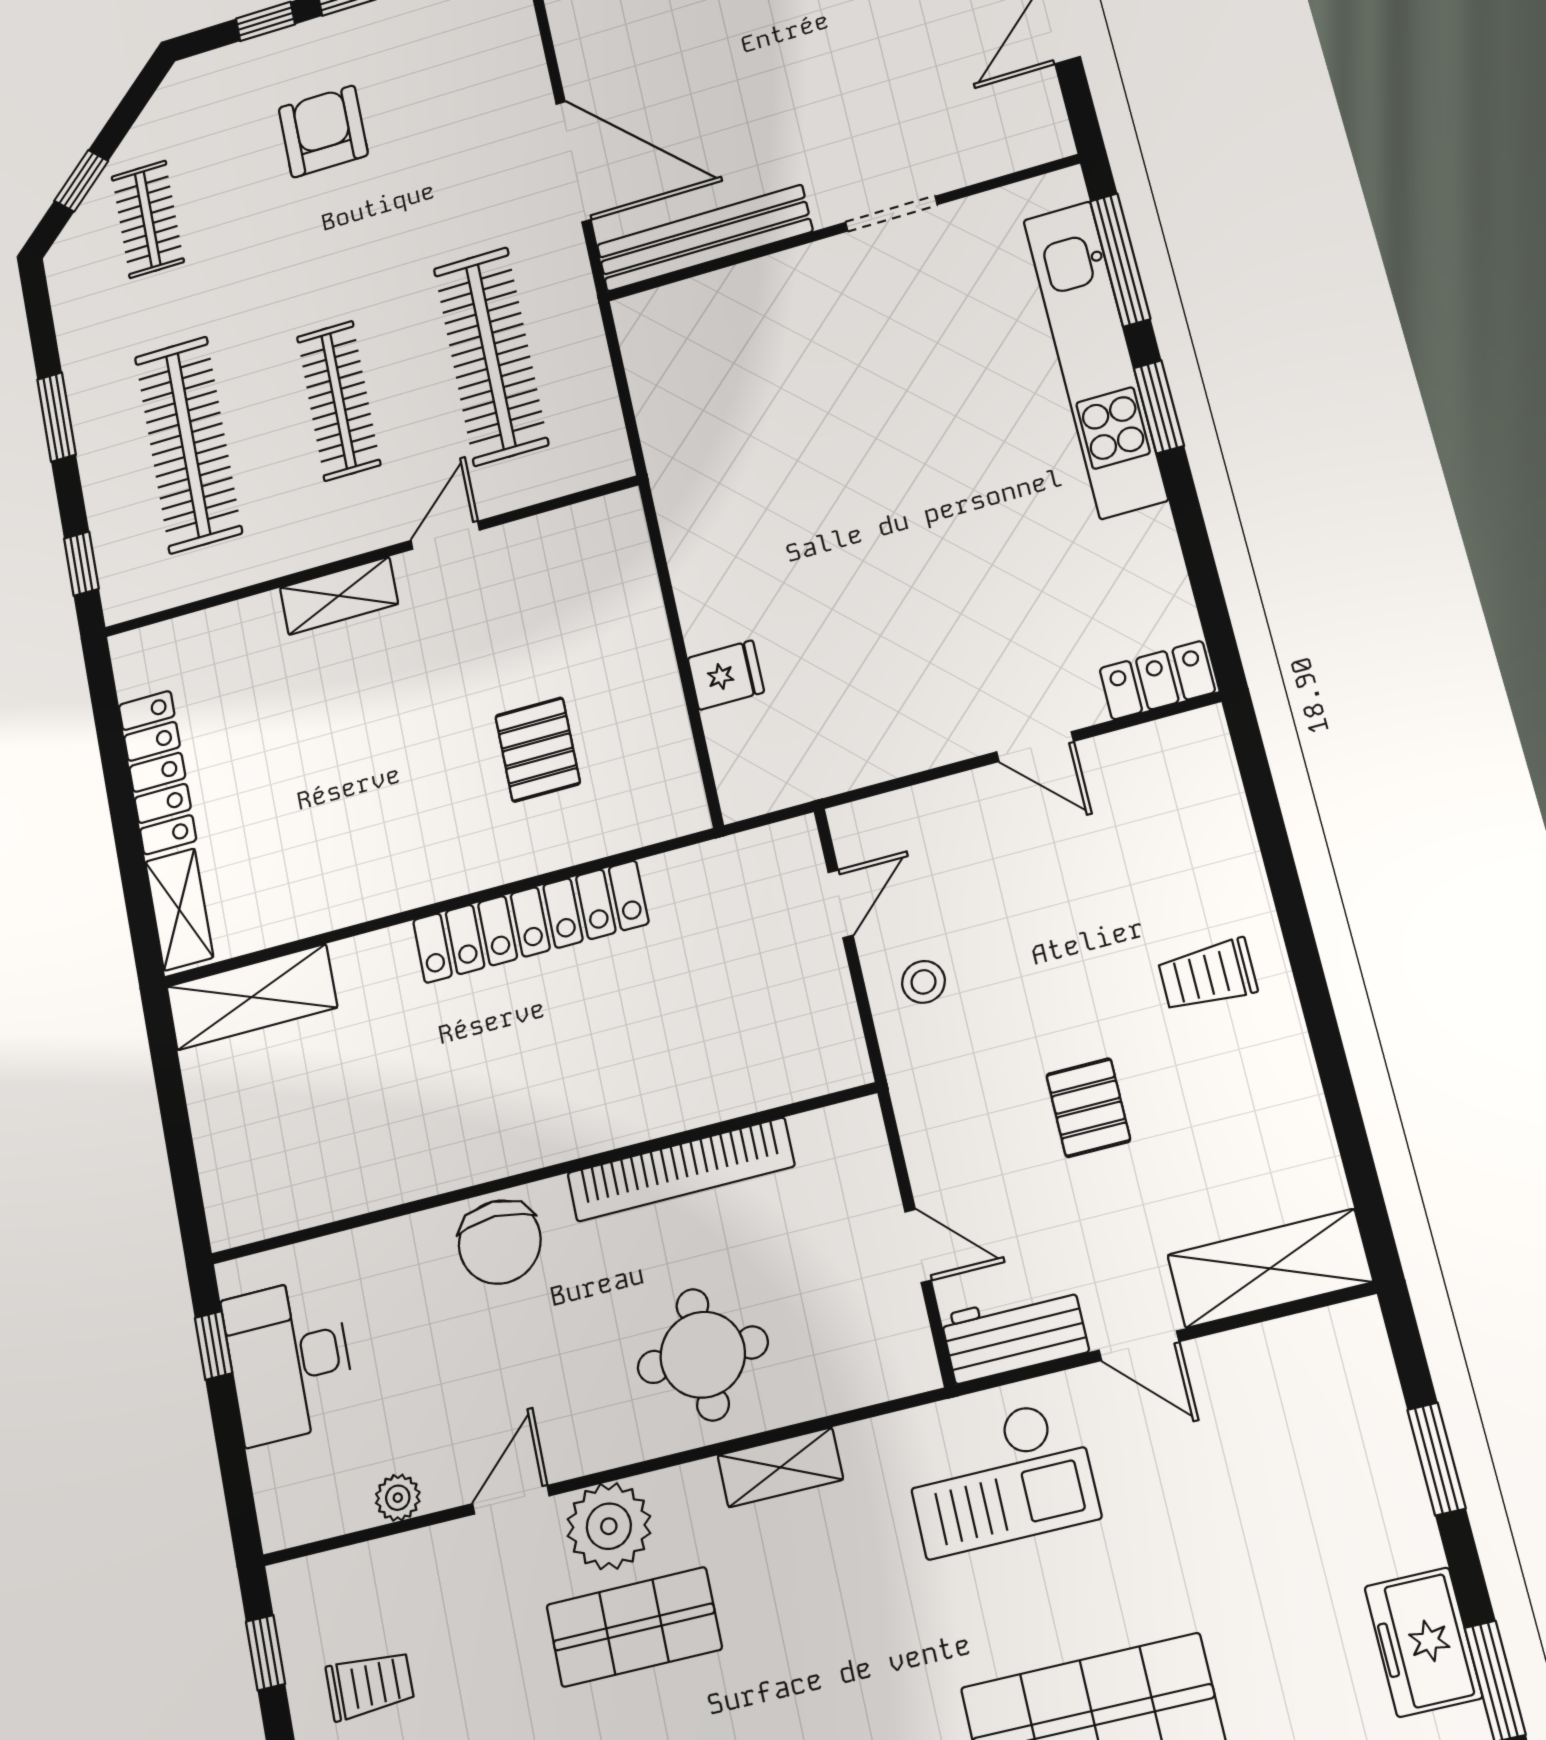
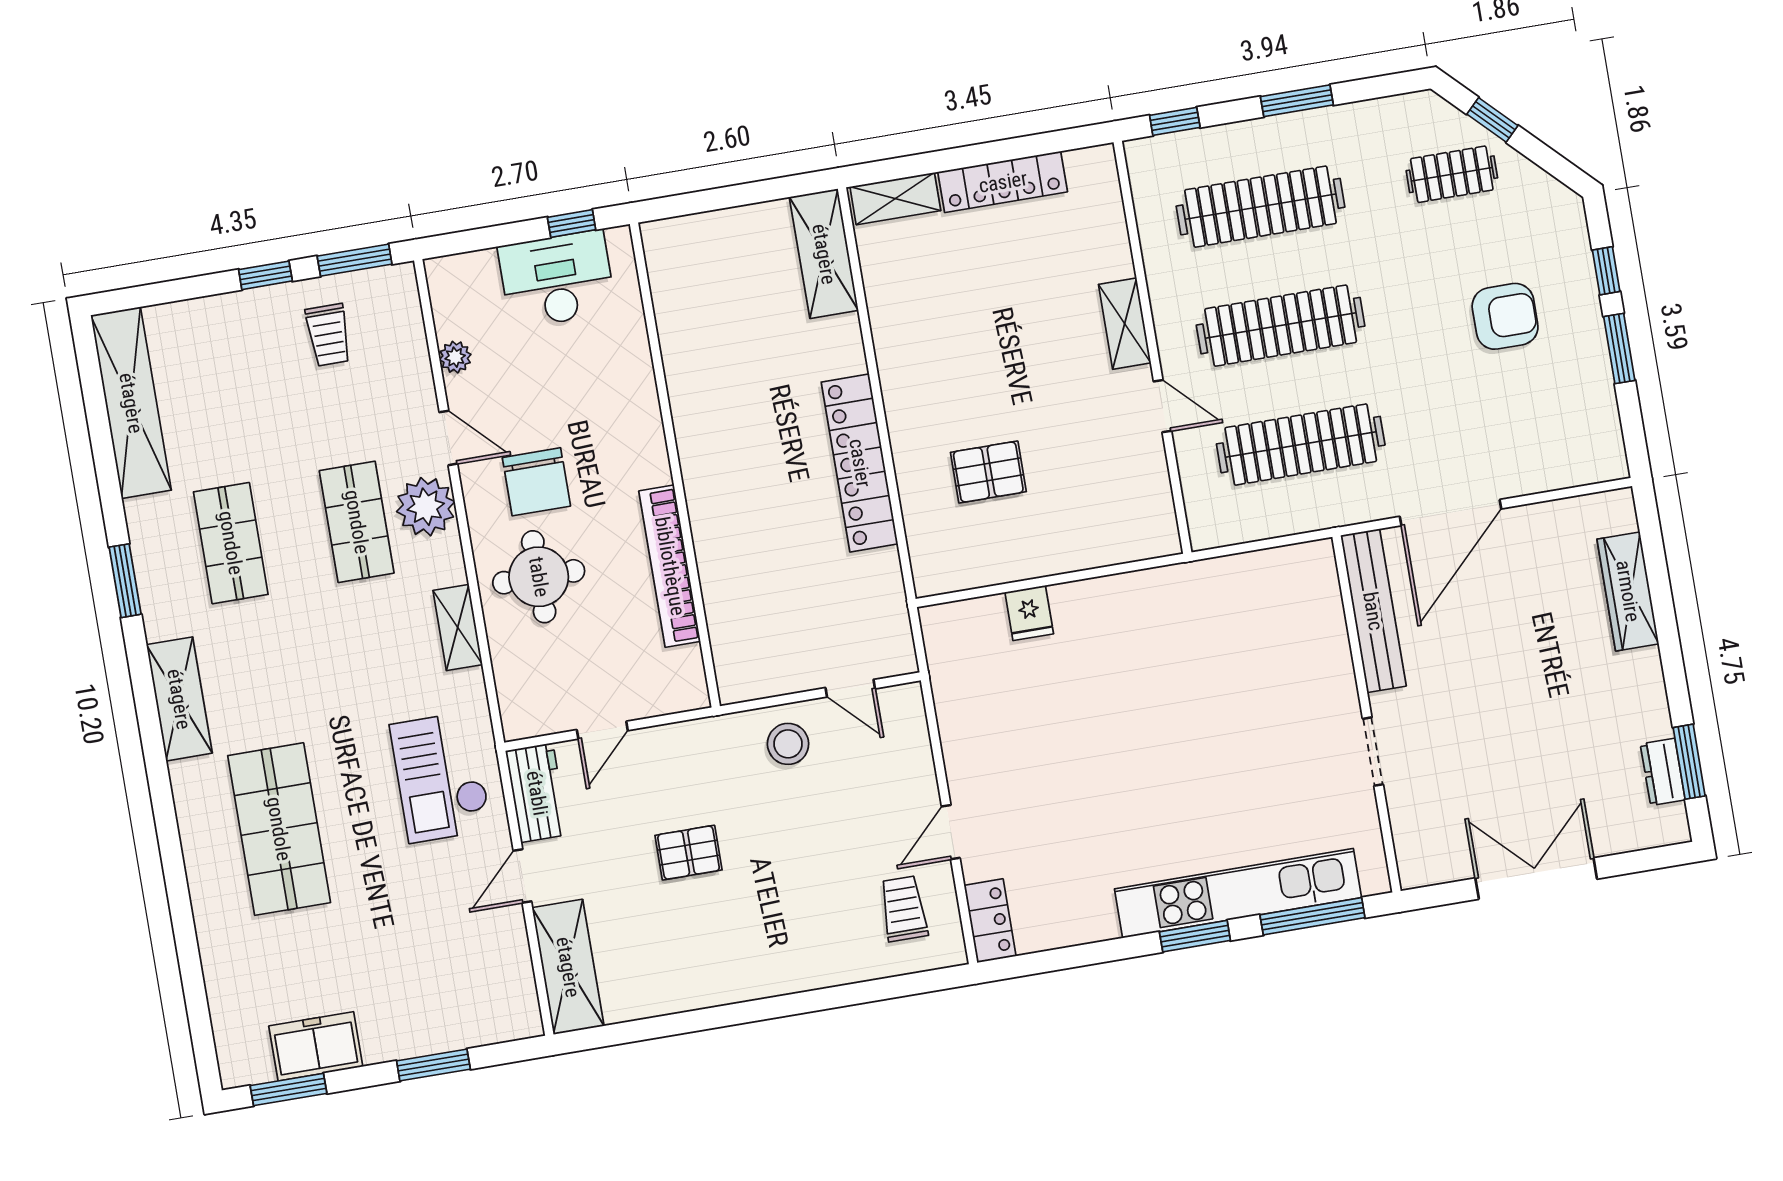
clothes rail: (339, 401) -> (1281, 326), width x1.37, depth x1.31
trolley: (1208, 975) -> (904, 909), moved
stool: (923, 982) -> (788, 744), width x1.37, depth x1.37
chair: (500, 1242) -> (536, 482), moved, turned -90
window: (265, 1653) -> (355, 260), width x1.50

